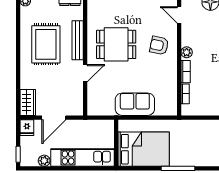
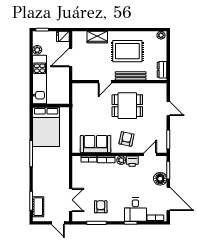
printer: (188, 38) -> (132, 161), added
dining table: (116, 44) -> (127, 106), turned 90
door: (85, 73) -> (105, 82), hinge flipped
wardrobe: (28, 102) -> (97, 37), moved
sofa: (135, 104) -> (96, 144), moved, turned -90
door: (54, 118) -> (71, 57), hinge flipped

